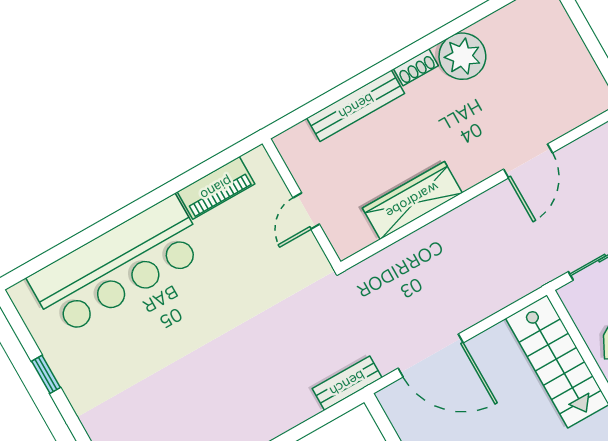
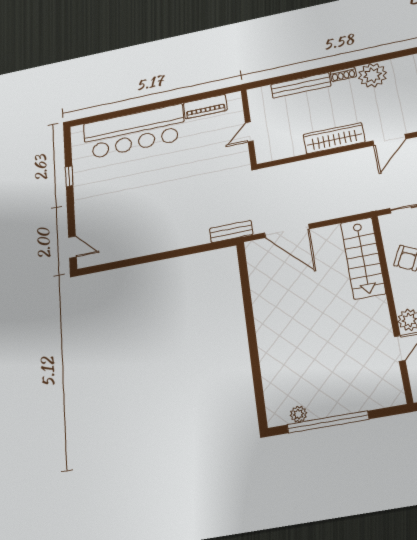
wardrobe: (412, 200) -> (334, 138), moved

